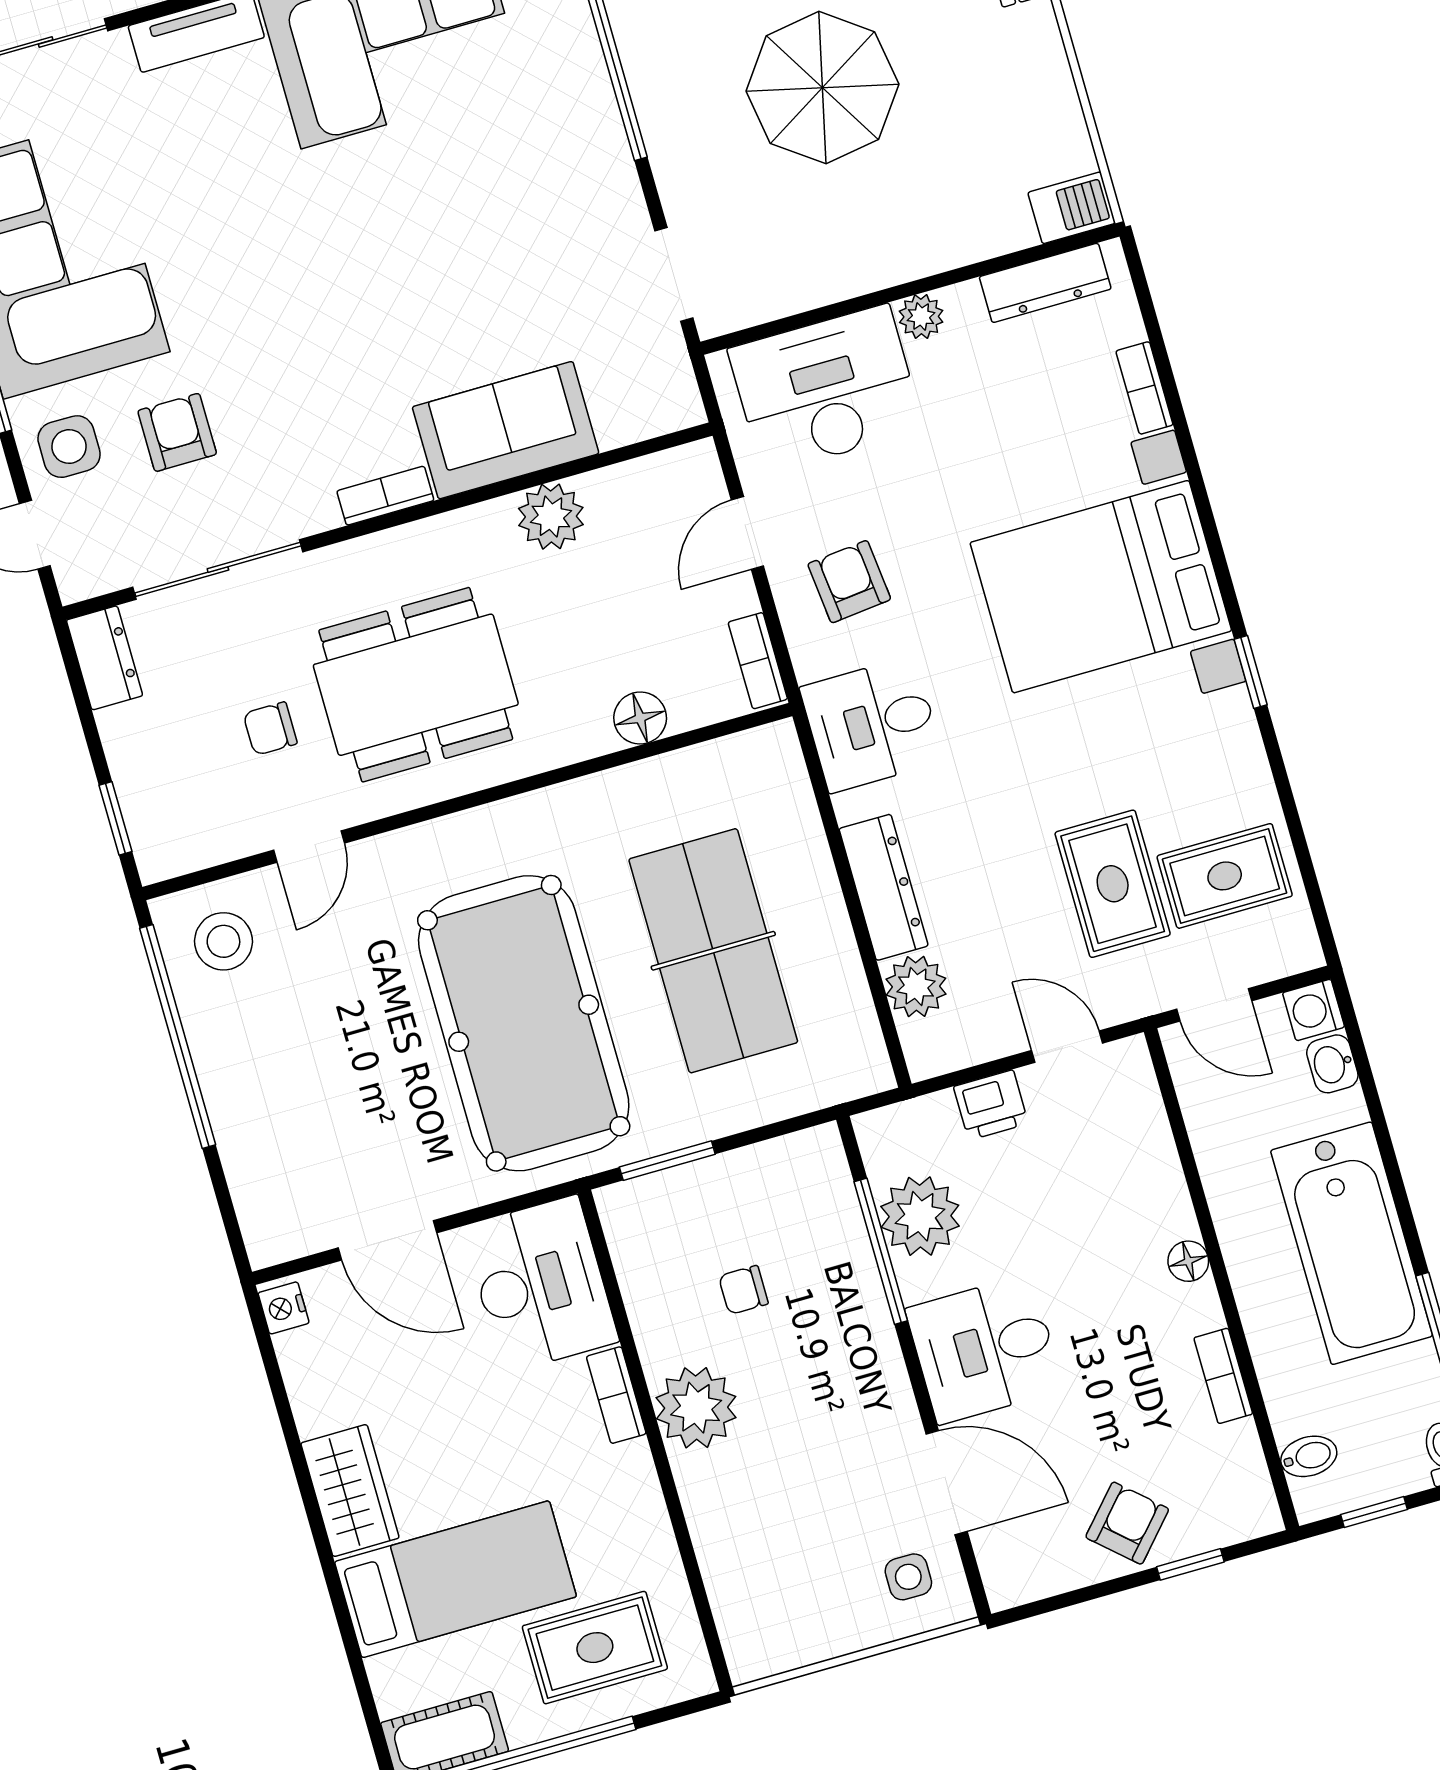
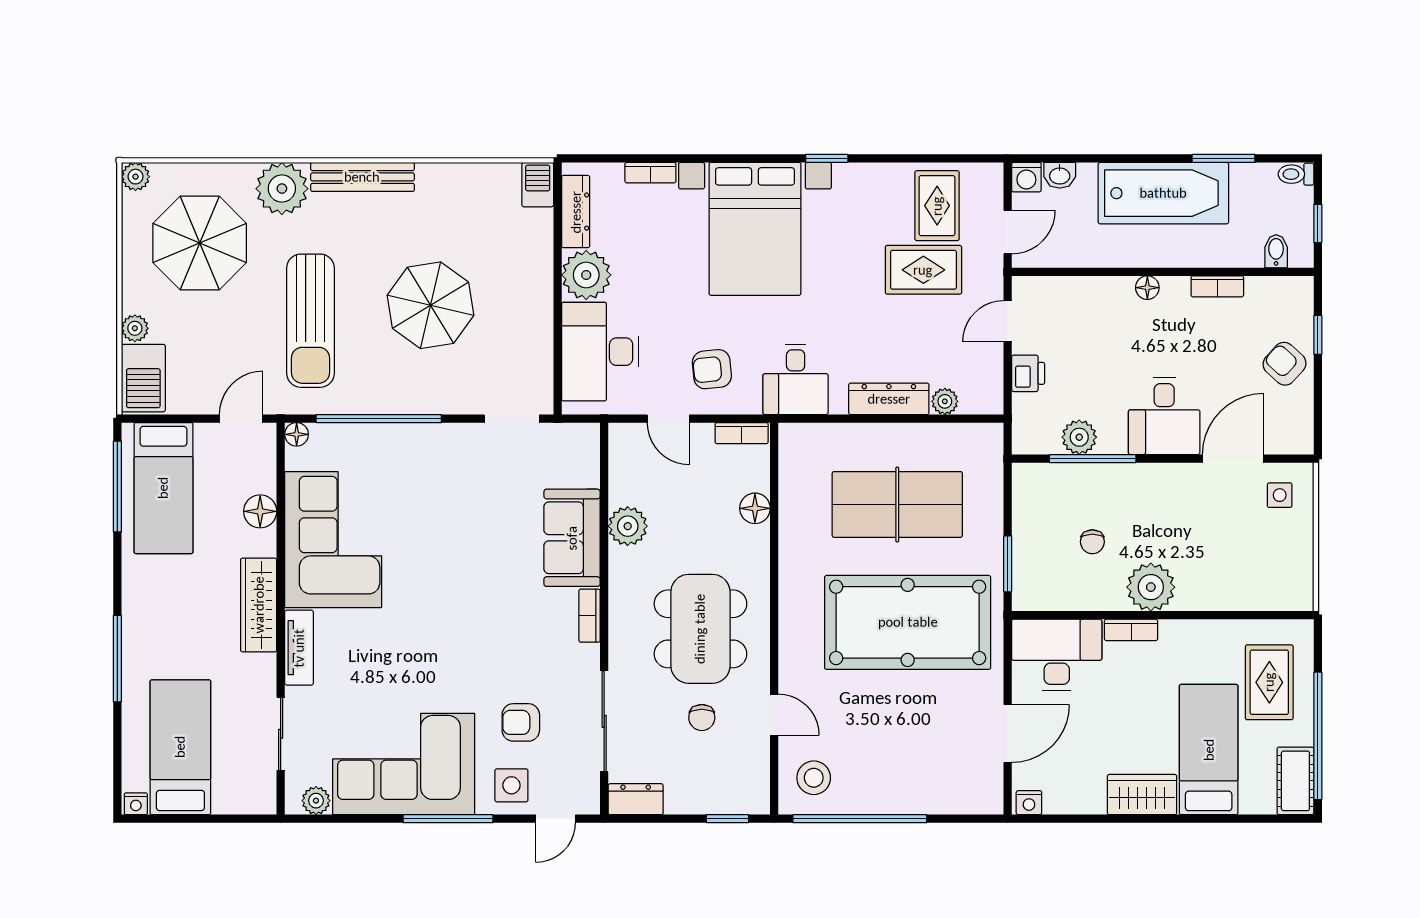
plant: (921, 317) -> (586, 275), width x1.88, depth x1.88
plant: (916, 987) -> (945, 401), width x0.73, depth x0.73
plant: (920, 1216) -> (1079, 437), width x0.73, depth x0.73

